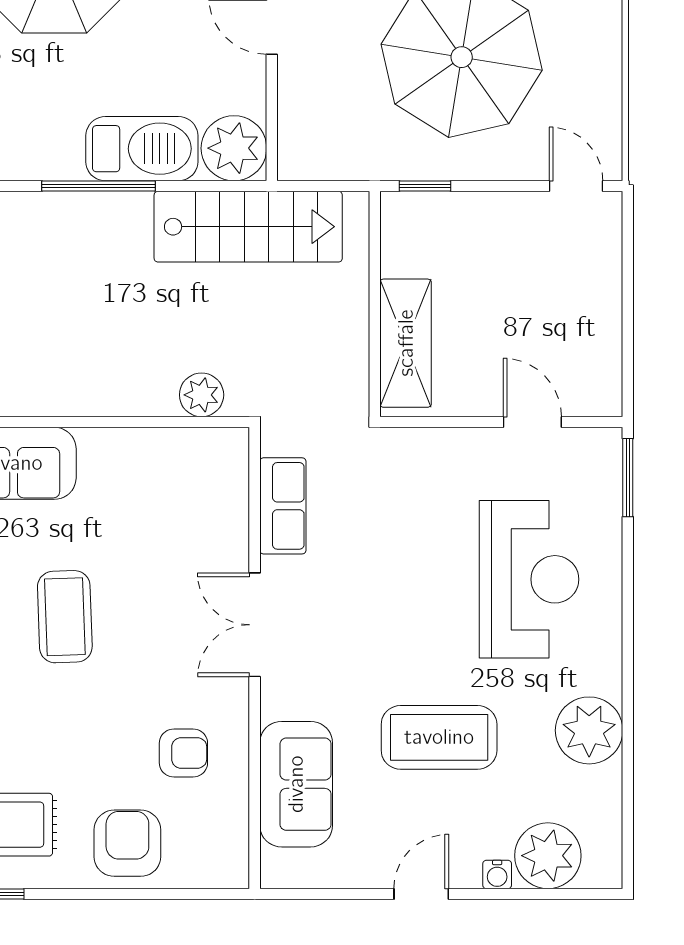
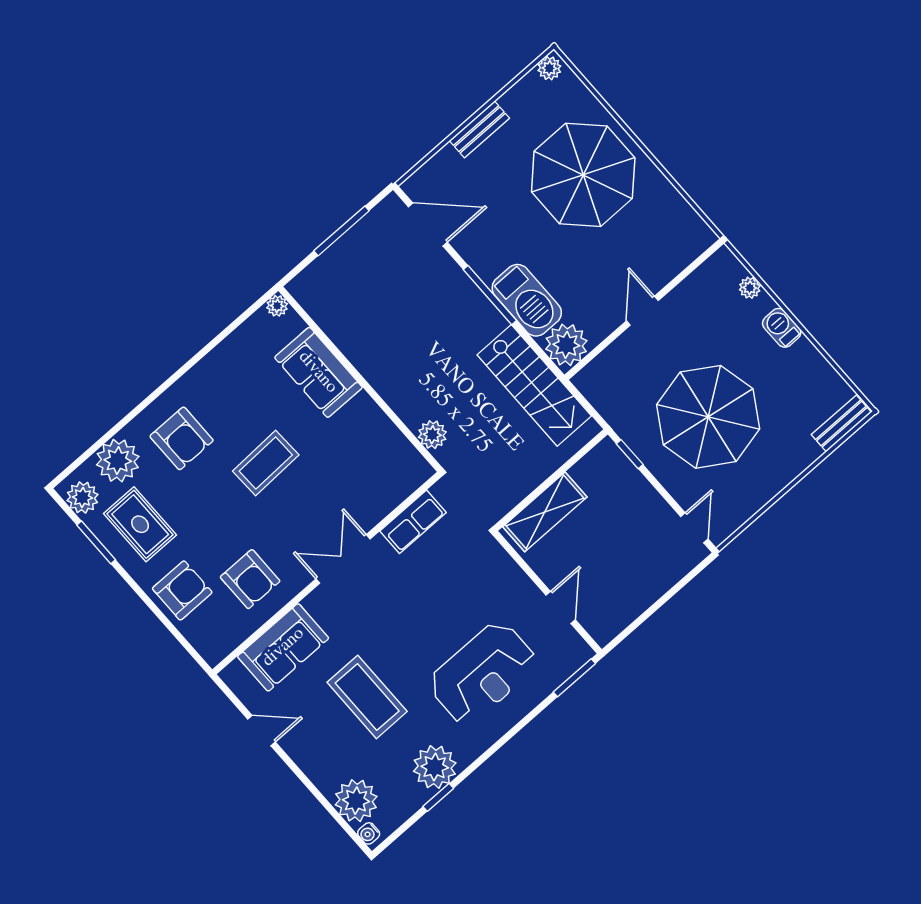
armchair: (183, 753) -> (250, 579), width x1.38, depth x1.38
window: (628, 757) -> (438, 797), added
water cooler: (497, 874) -> (369, 833), moved
door: (421, 894) -> (261, 731), moved

